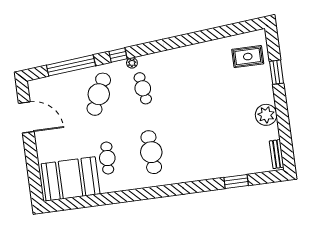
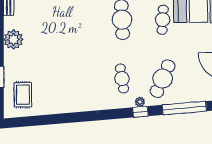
rug: (248, 57) -> (23, 95), turned 90
plant: (132, 63) -> (140, 102), moved

